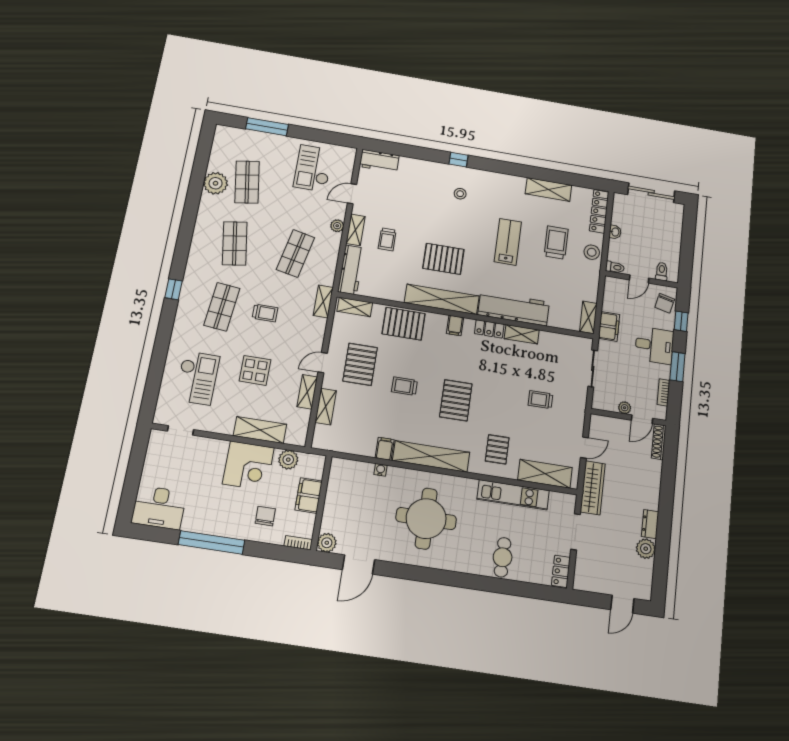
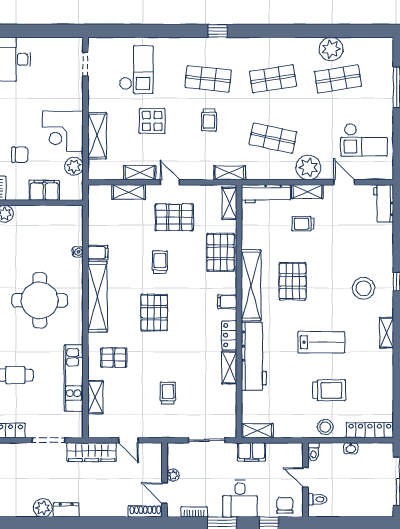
checkout: (313, 168) -> (364, 140), turned 180
shelving: (548, 189) -> (387, 333), moved, width x0.67, depth x0.75
stool: (460, 194) -> (364, 288), width x1.89, depth x1.89
plant: (337, 226) -> (308, 167), width x1.88, depth x1.88
chair: (665, 303) -> (285, 505), turned 77
checkout: (197, 378) -> (136, 70), turned -90
pallet: (456, 400) -> (154, 313), turned 90
shelving: (545, 474) -> (95, 397), width x0.67, depth x0.75

